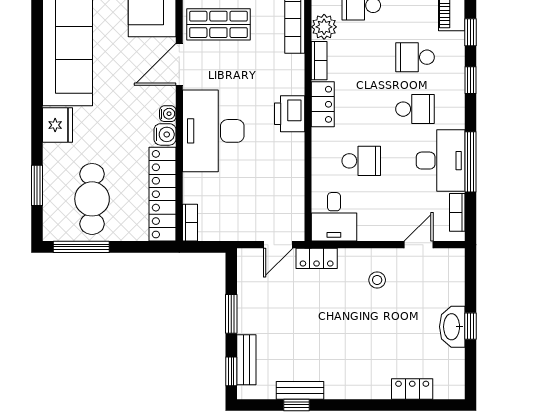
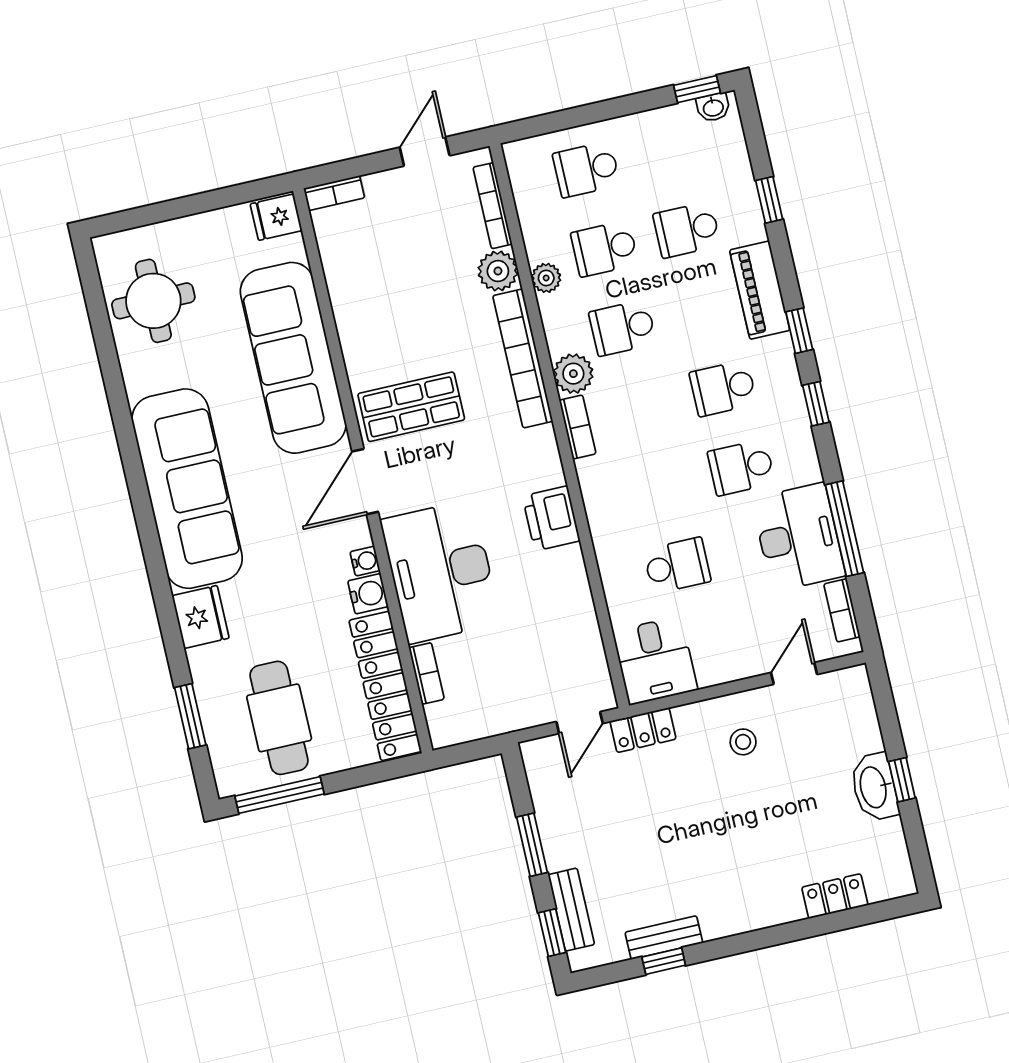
locker: (323, 104) -> (599, 492), removed
school desk: (415, 109) -> (741, 467), turned 180
bookcase: (190, 223) -> (427, 673), moved

